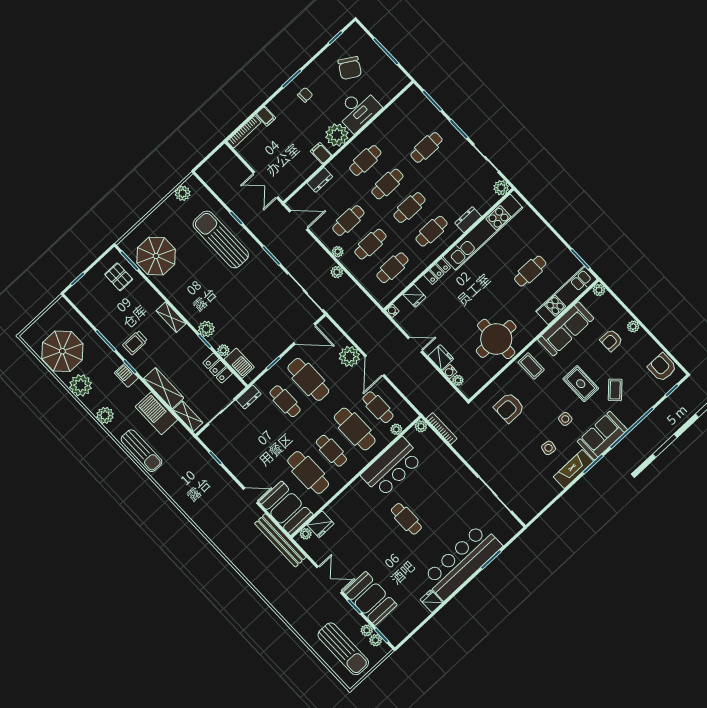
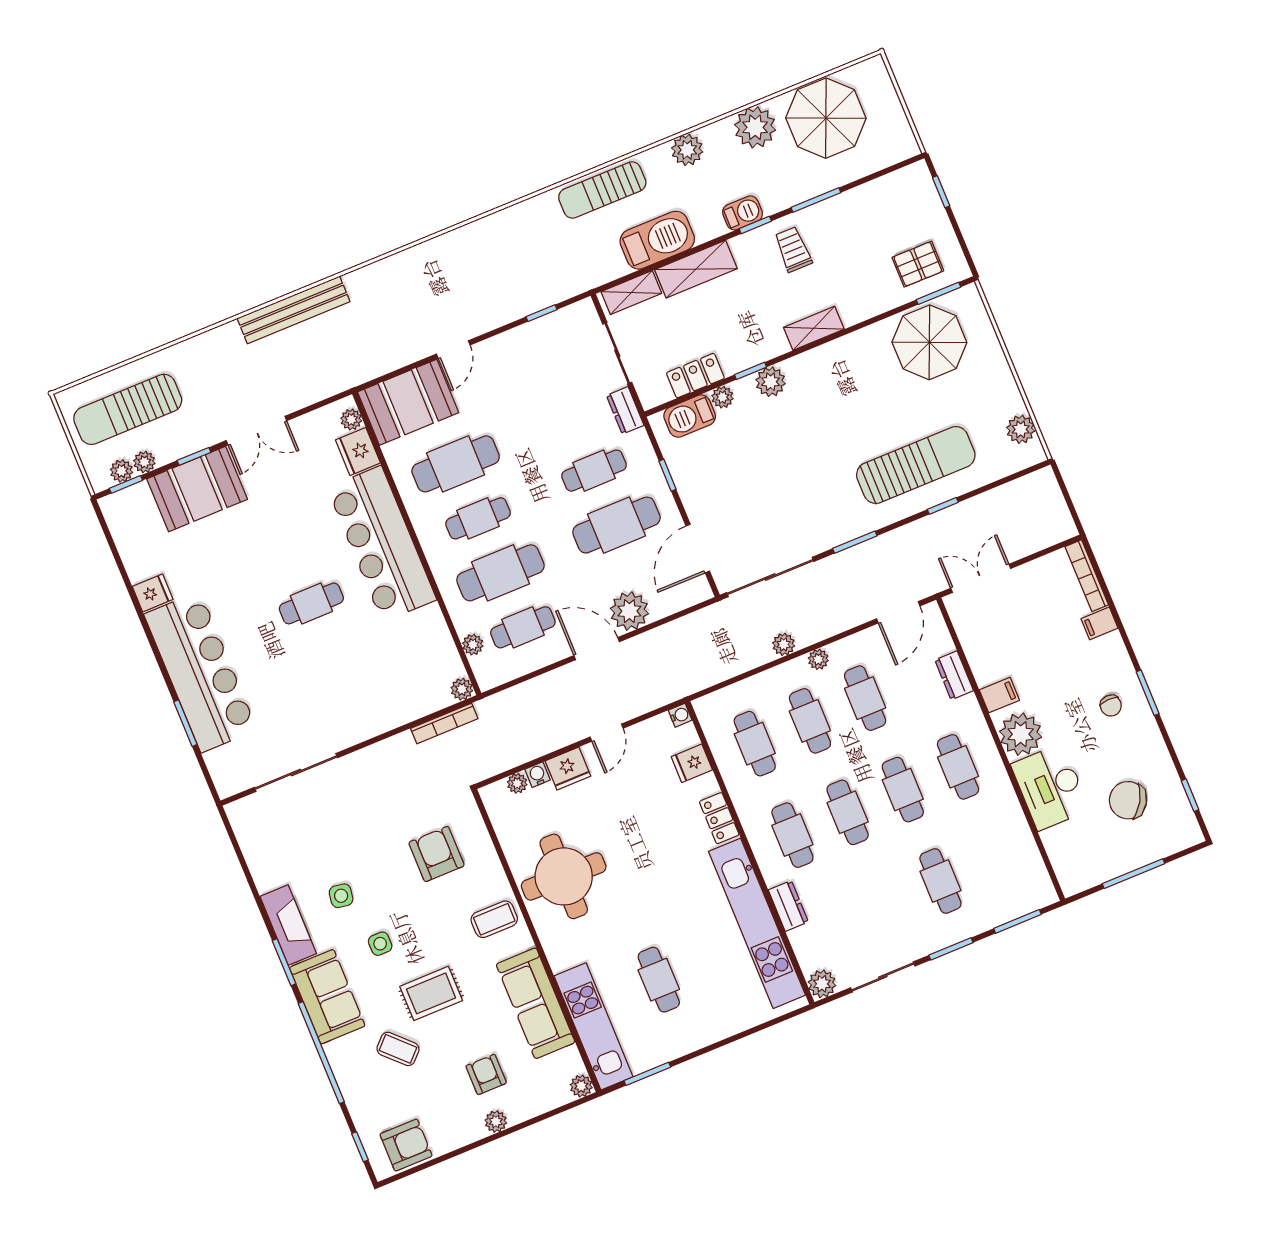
bar counter: (392, 467) -> (382, 544), moved, width x1.36
bench: (280, 540) -> (293, 310), moved

